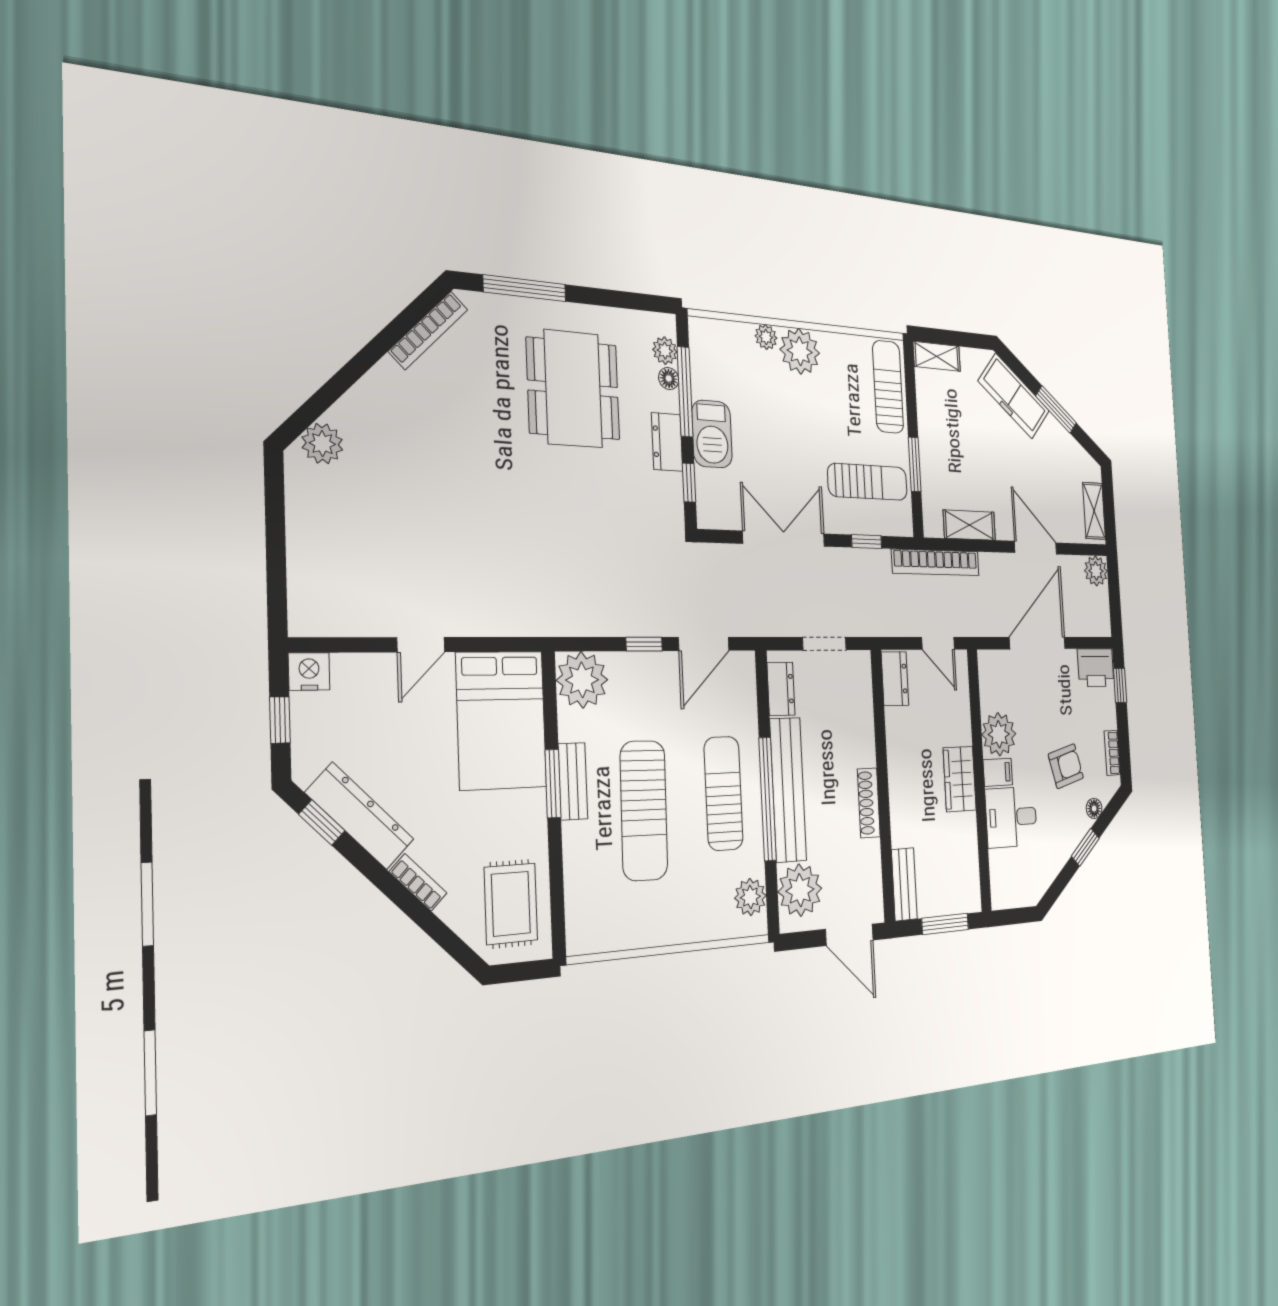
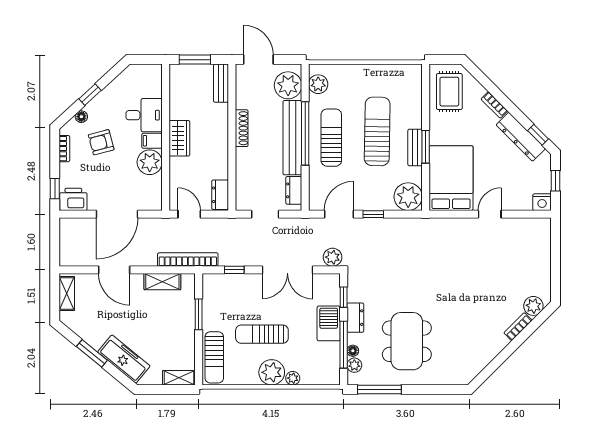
window: (525, 288) -> (379, 389), moved
bookcase: (428, 330) -> (518, 327), moved, width x0.64
sun lounger: (868, 482) -> (262, 334), moved
plant: (1096, 571) -> (333, 257), moved
sun lounger: (724, 793) -> (331, 138), turned 180

